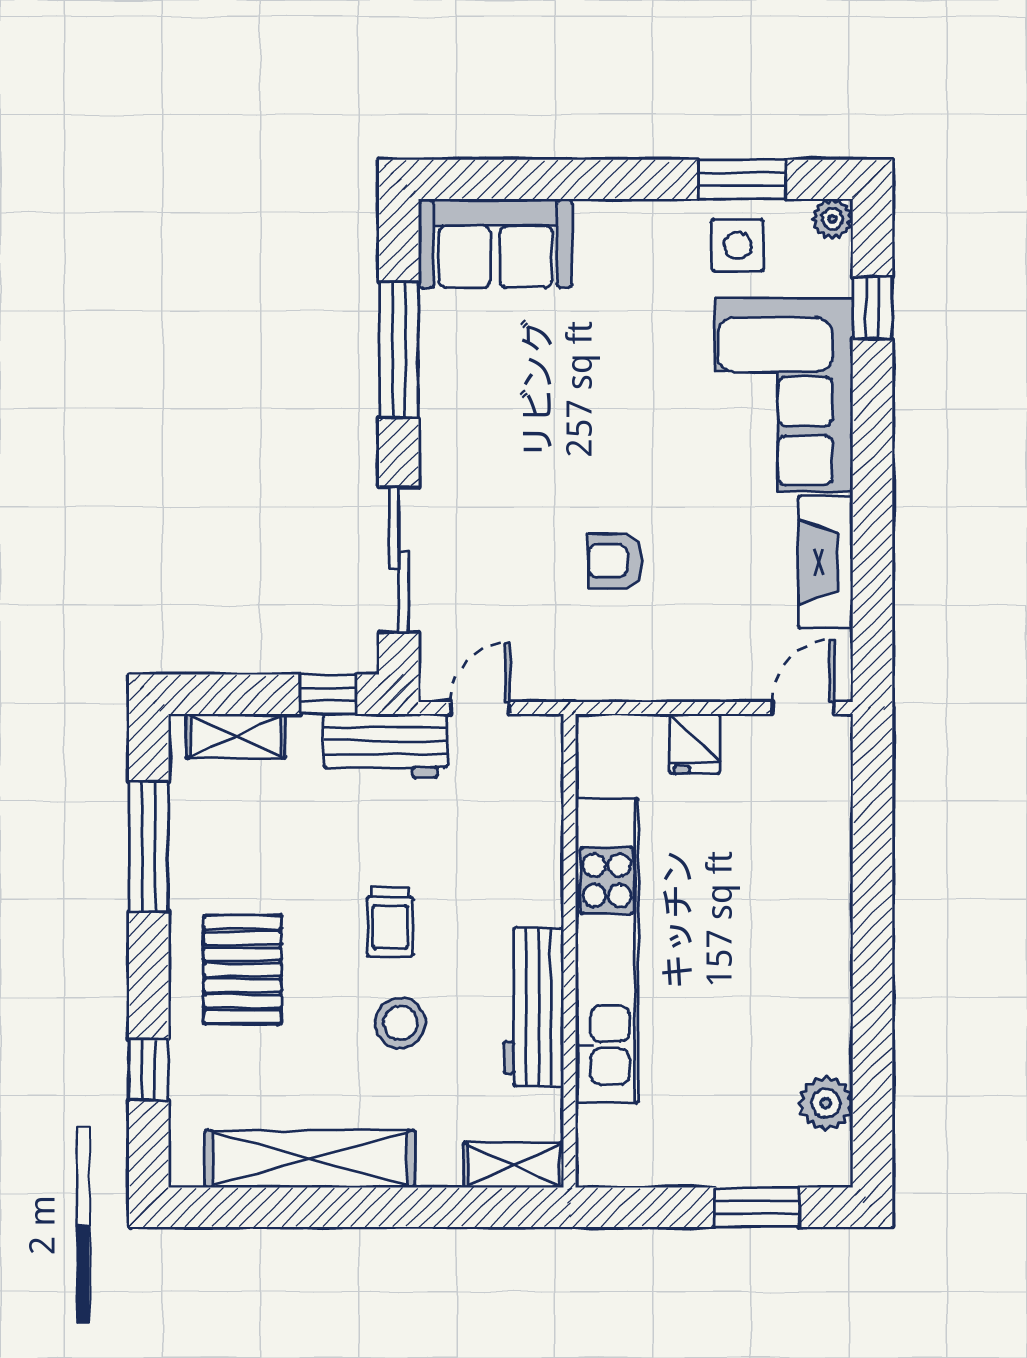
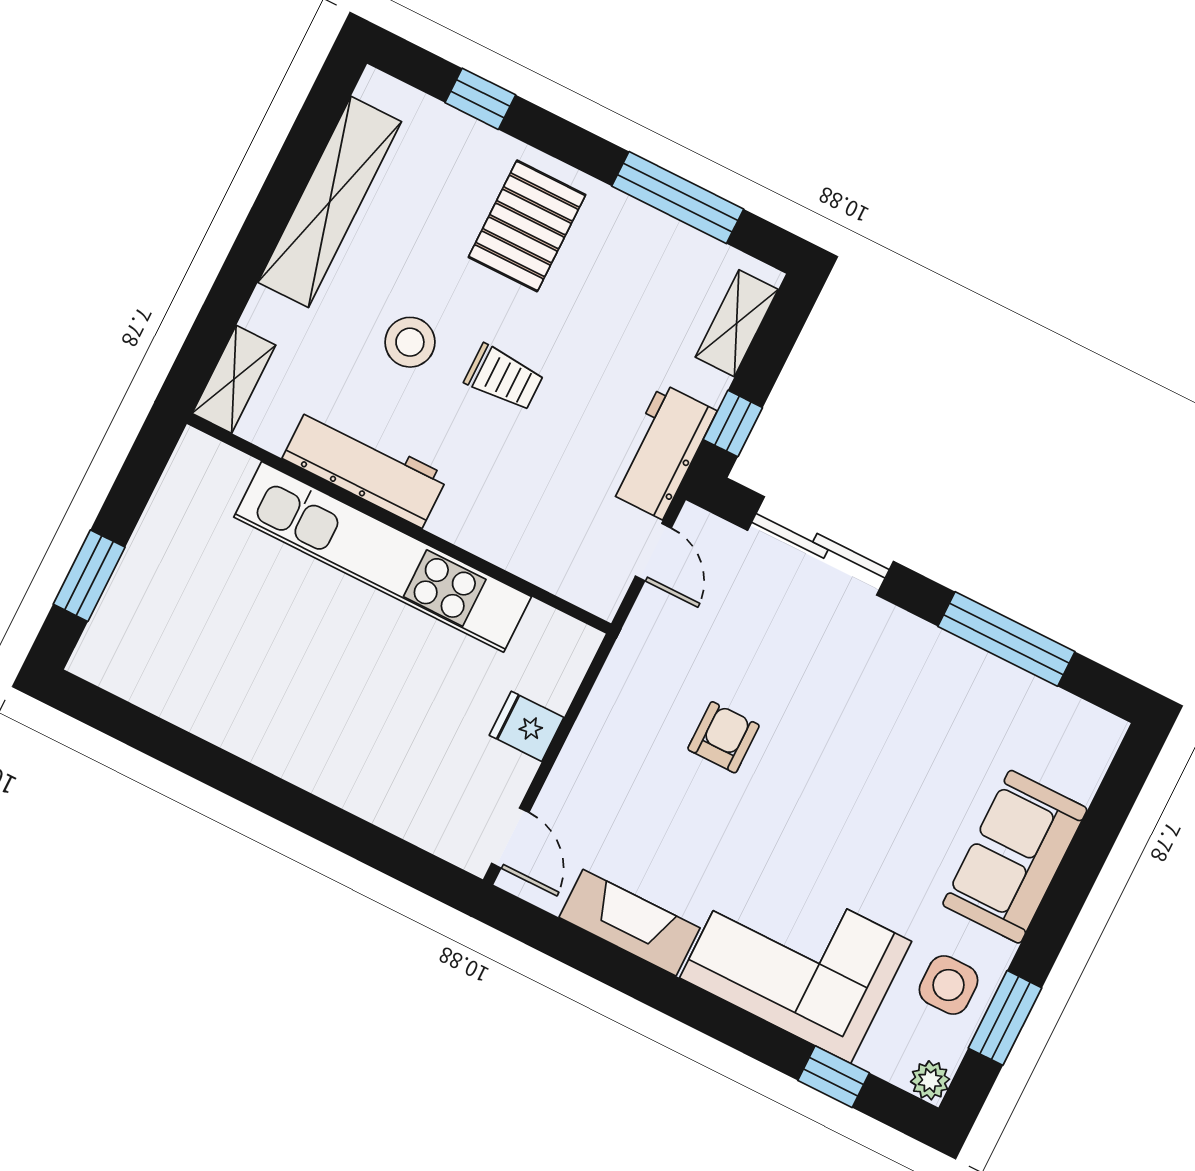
sofa: (495, 243) -> (1015, 857), moved
trolley: (390, 922) -> (504, 378), turned 180
pallet: (242, 970) -> (527, 226), turned 90
plant: (826, 1103) -> (150, 683), removed

